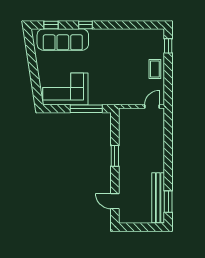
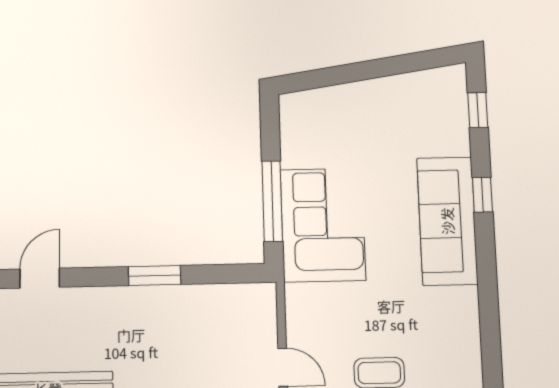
sofa: (63, 40) -> (447, 221), moved
corner sofa: (65, 89) -> (323, 225), moved

